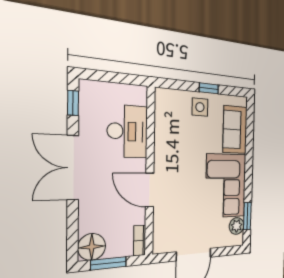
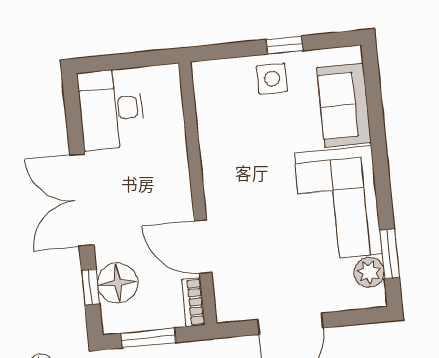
window: (73, 103) -> (91, 287), moved
desk: (128, 131) -> (111, 109), moved, turned 180
door: (150, 190) -> (203, 247), moved
floor lamp: (92, 247) -> (118, 283), moved

